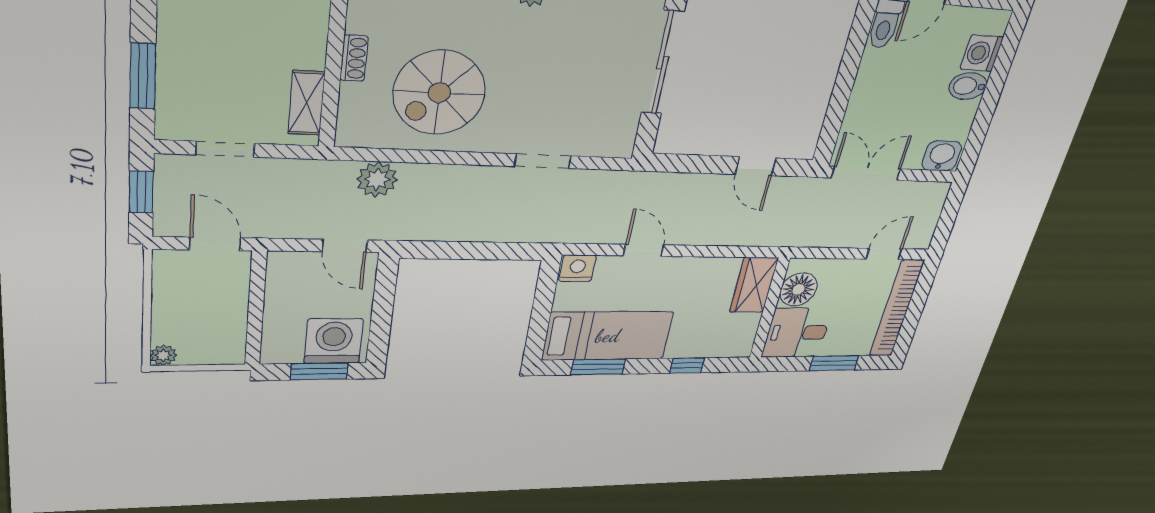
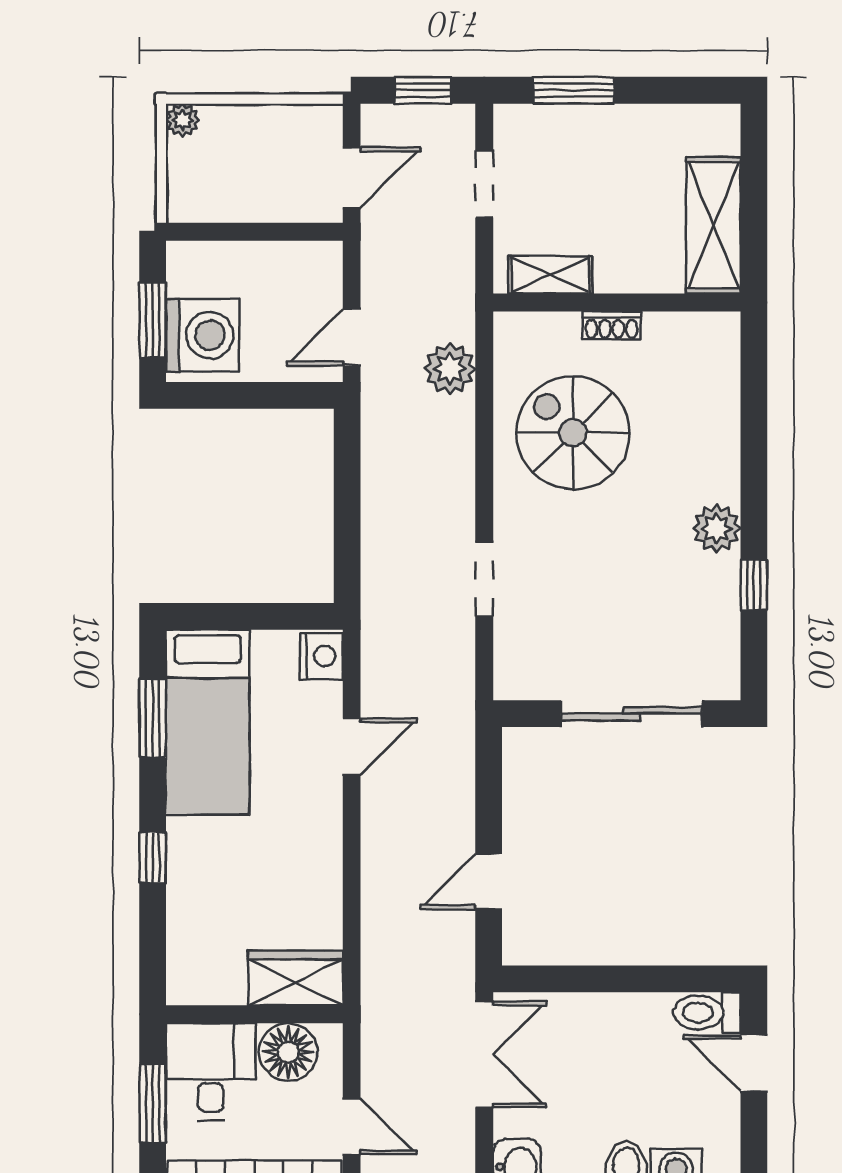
wardrobe: (754, 285) -> (296, 978), moved
floor lamp: (798, 289) -> (288, 1052), moved
wall: (770, 309) -> (254, 1014), moved
desk: (797, 333) -> (211, 1071), moved

